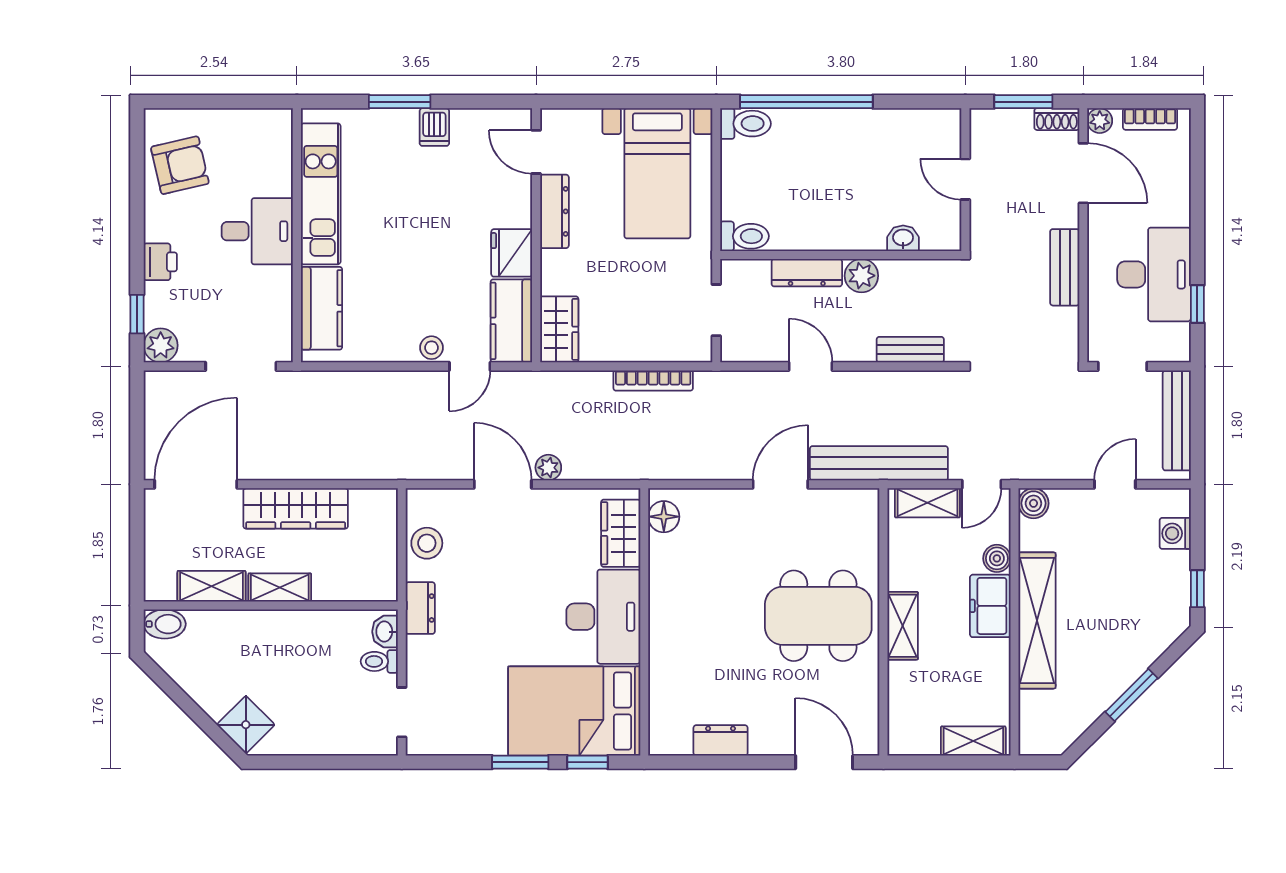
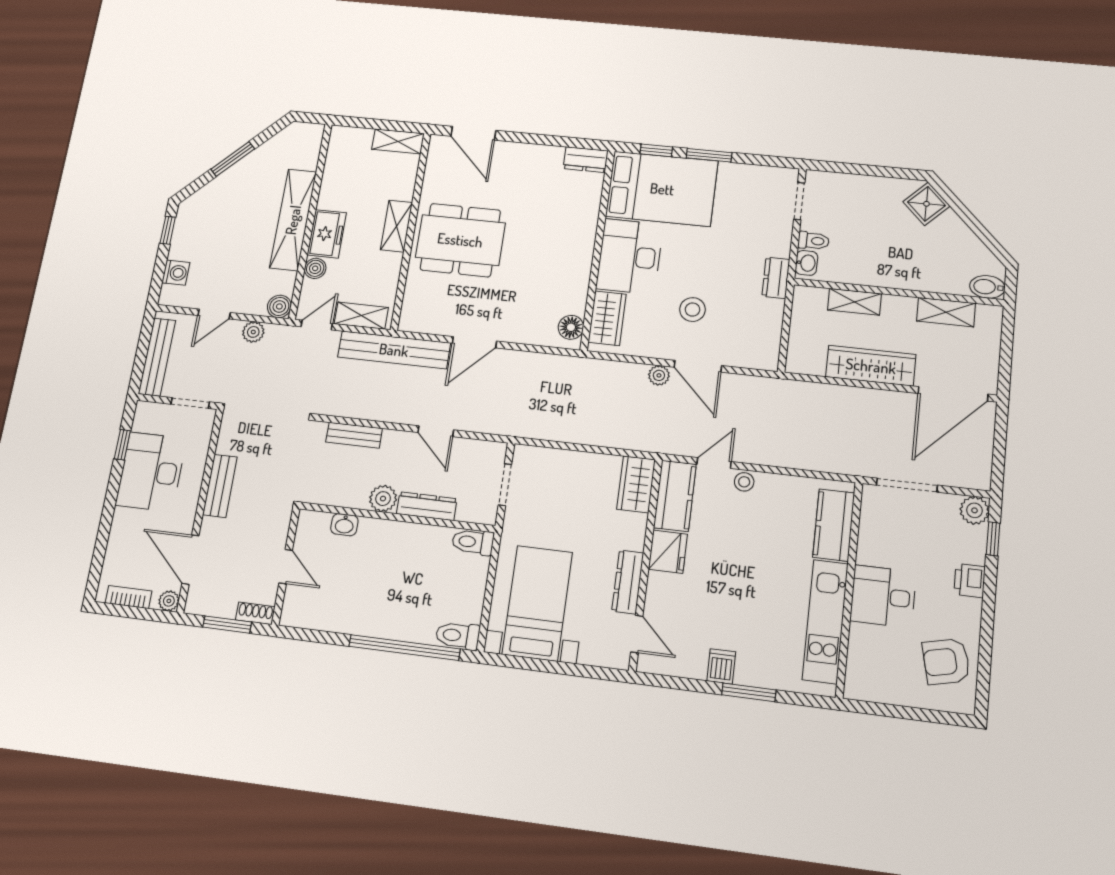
shoe rack: (1057, 119) -> (255, 613), moved
bookcase: (653, 380) -> (564, 434), removed
plant: (1060, 466) -> (253, 332), added
stool: (427, 543) -> (692, 310), moved
shelving: (280, 587) -> (854, 302), moved
dresser: (721, 740) -> (586, 160), moved
shelving: (973, 741) -> (398, 141), moved

